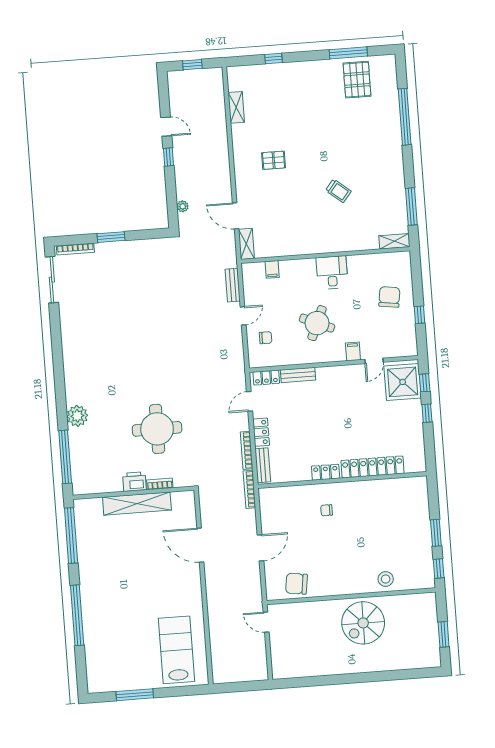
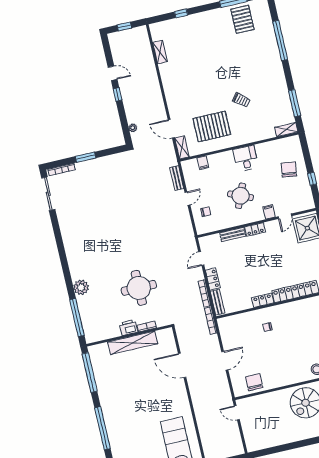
pallet: (274, 160) -> (212, 127), moved, width x2.05, depth x2.00
locker: (266, 378) -> (255, 229), moved
chair: (296, 584) -> (254, 382), turned 82

